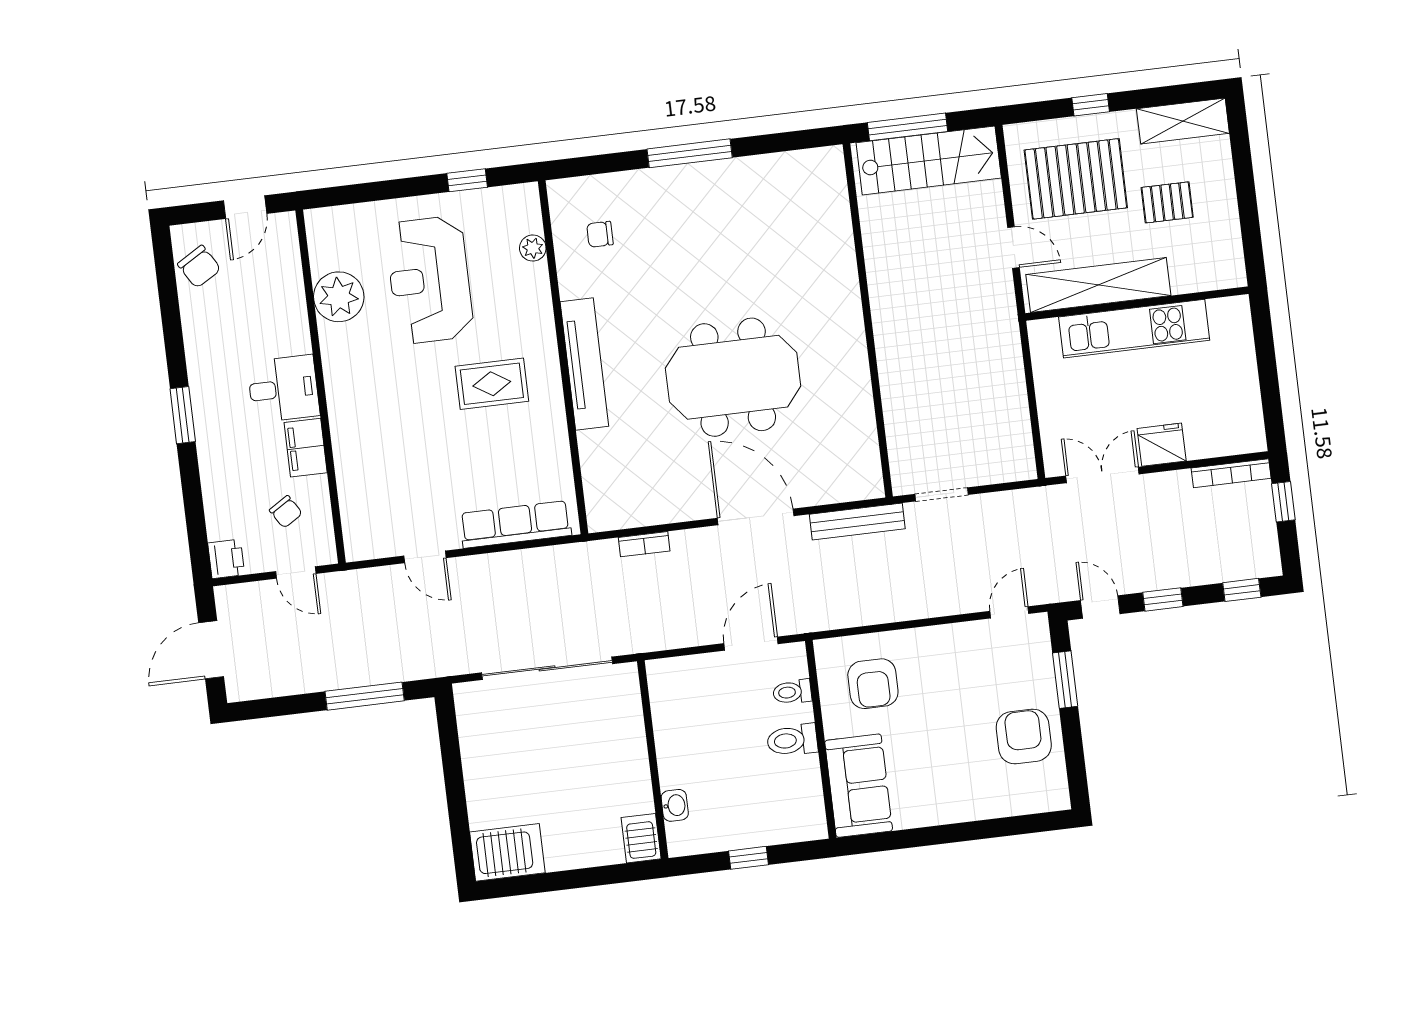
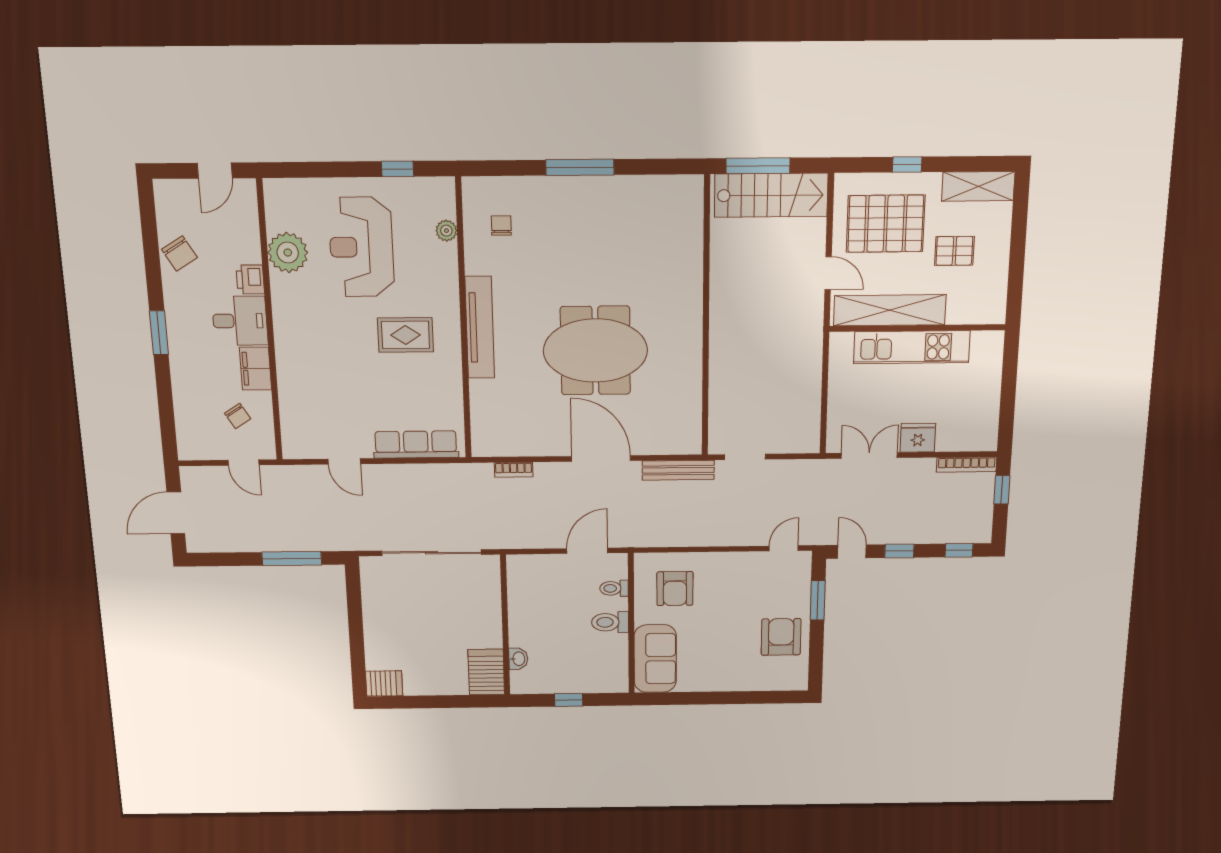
chair: (600, 234) -> (501, 226), turned 90
chair: (199, 267) -> (179, 253), moved
printer: (226, 559) -> (250, 280), moved, turned 180
server rack: (641, 838) -> (486, 672), width x1.36, depth x1.44
server rack: (507, 852) -> (384, 683), width x0.73, depth x0.70

